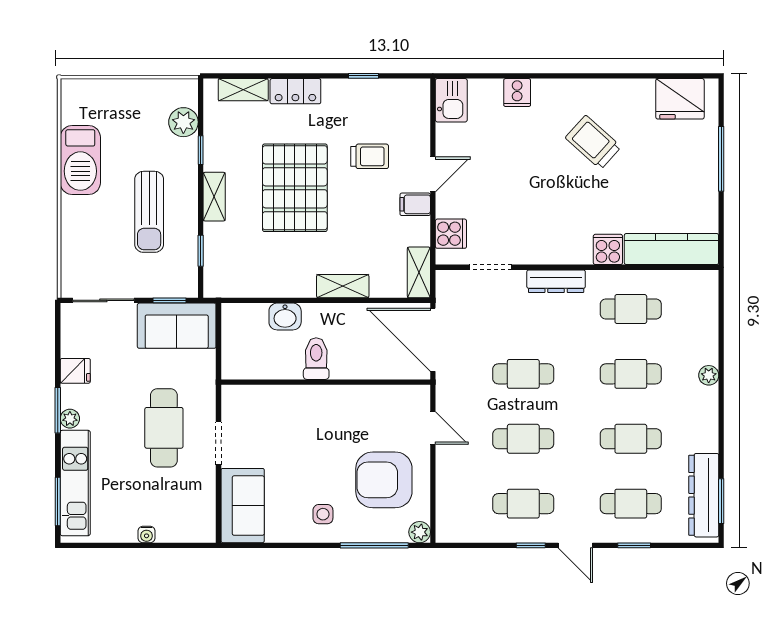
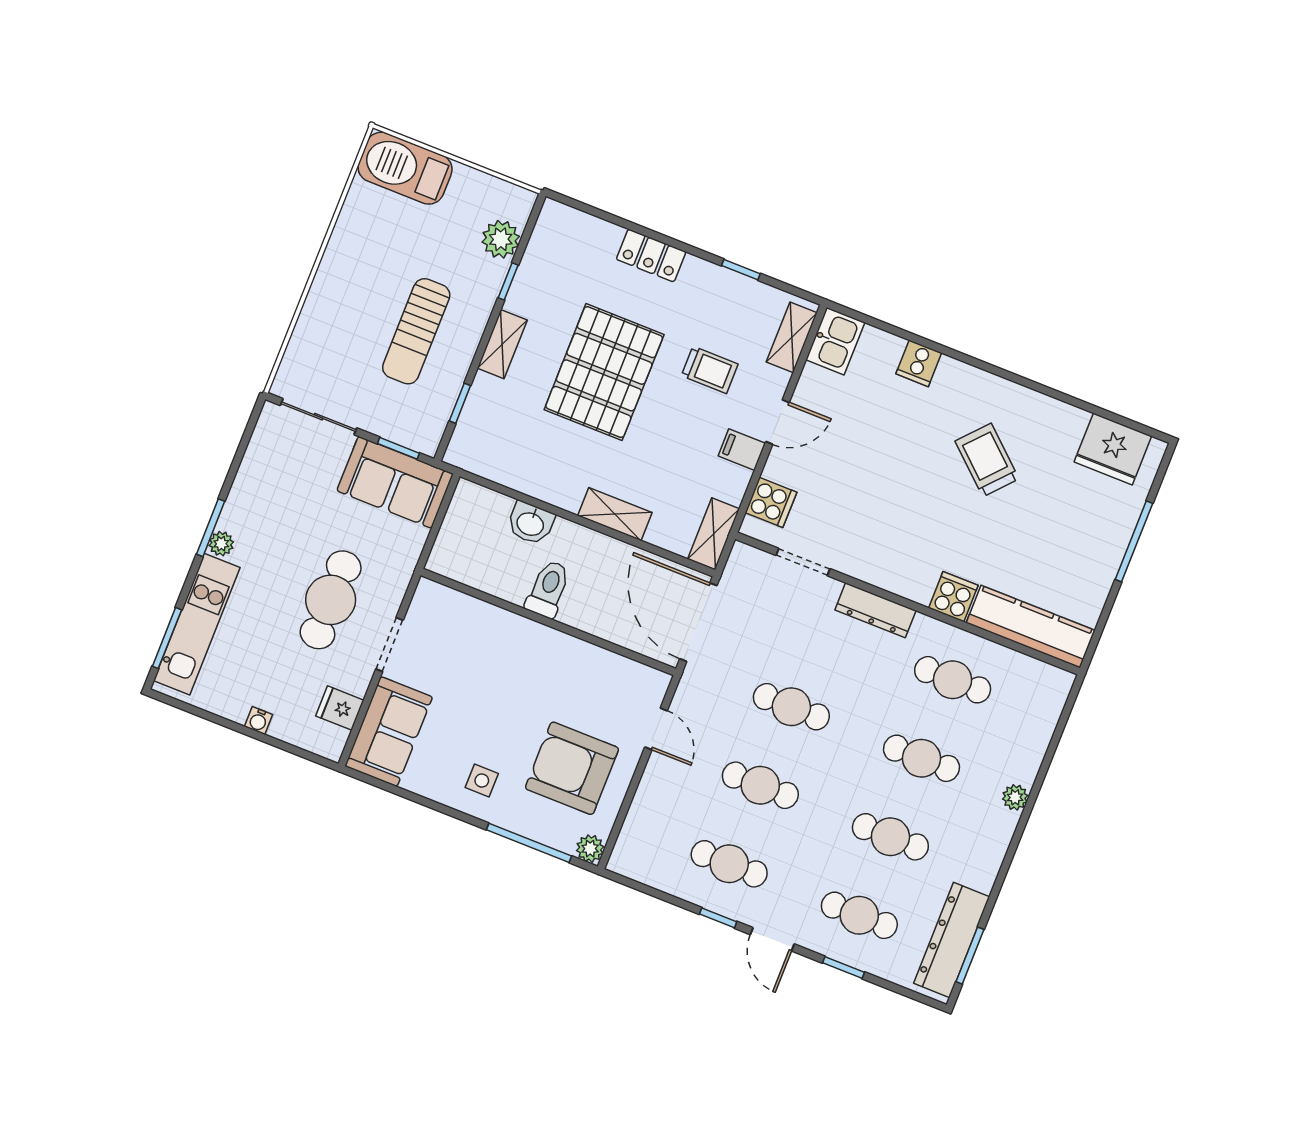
shelving: (243, 90) -> (792, 337), moved, turned 90
barbecue: (80, 160) -> (405, 168), moved, turned 90
fridge: (75, 371) -> (340, 708), moved, turned 180

